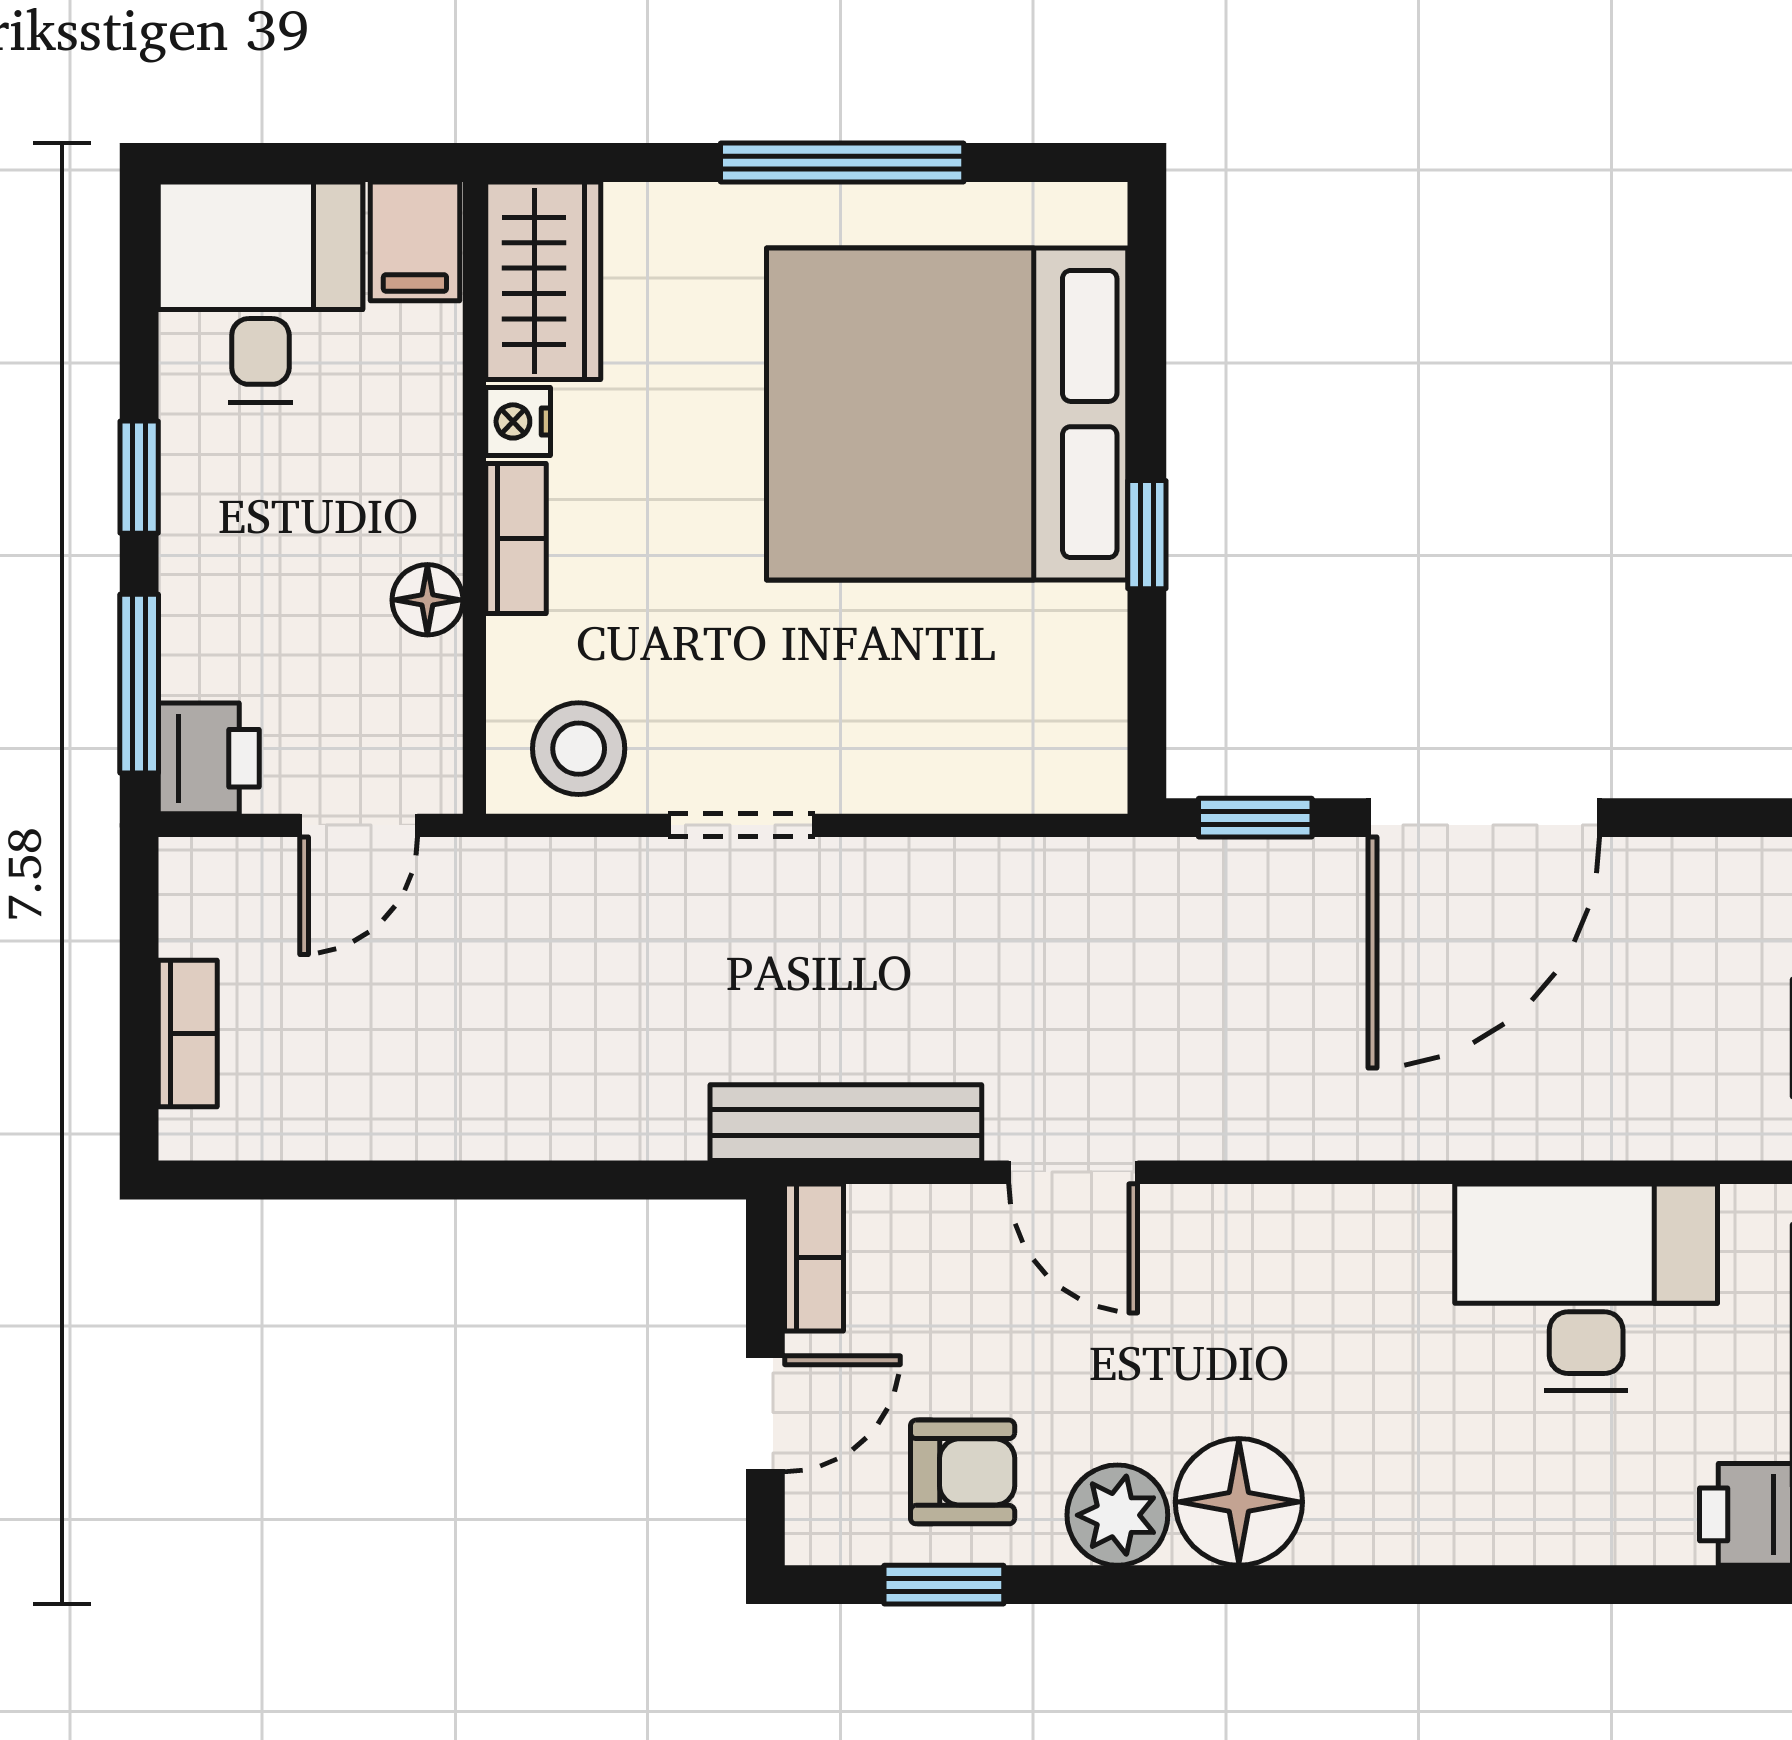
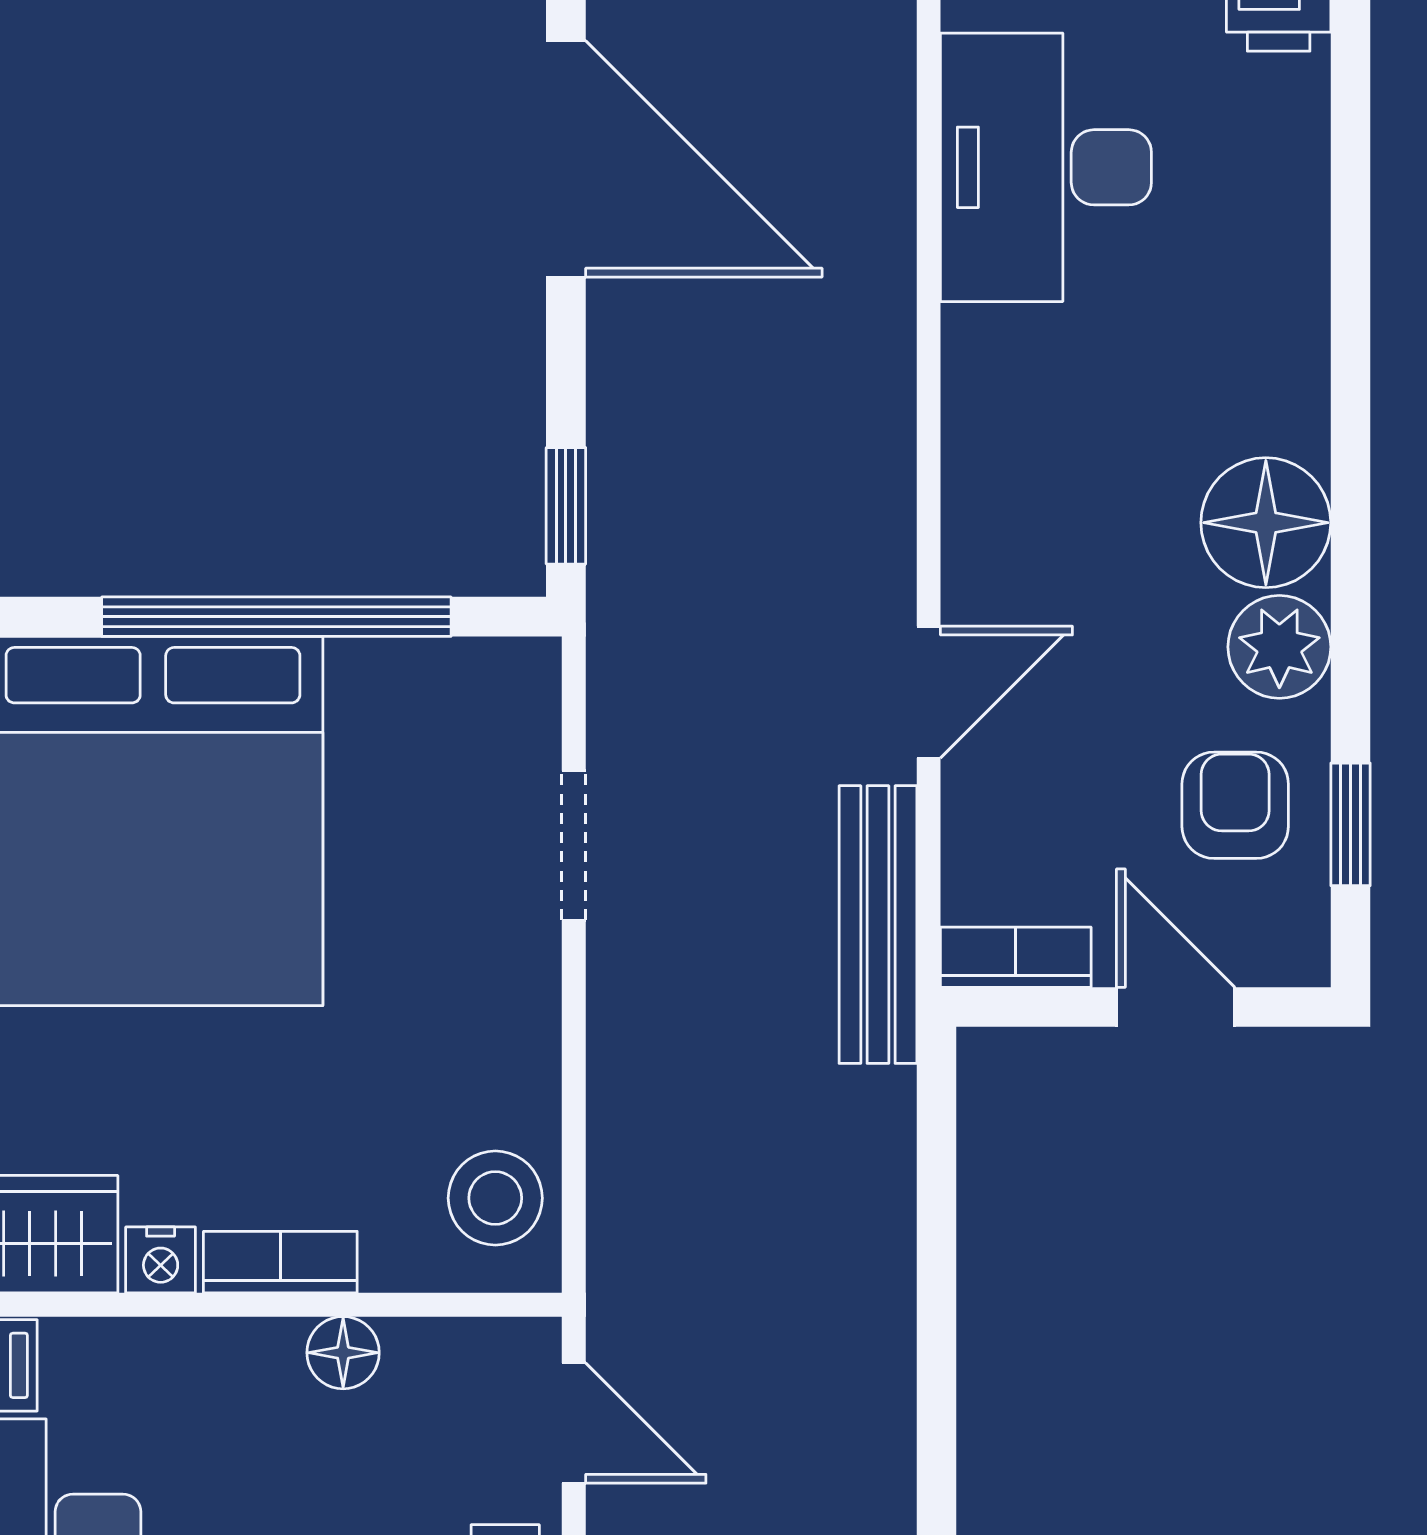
window: (1147, 535) -> (276, 617), width x3.17
door: (1484, 818) -> (566, 159), moved
doorway: (741, 825) -> (574, 845), moved

